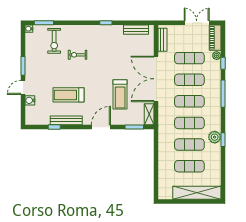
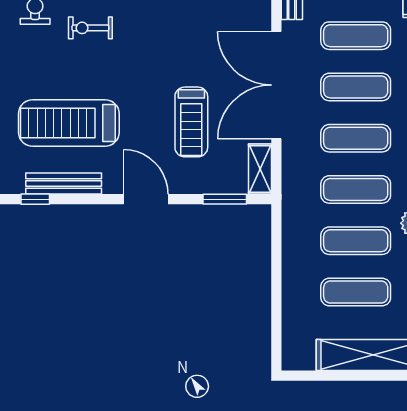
treadmill: (68, 95) -> (69, 123), width x1.37, depth x1.38
door: (101, 127) -> (146, 199), hinge flipped

